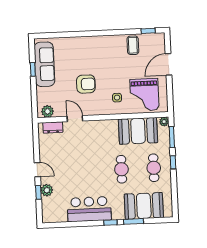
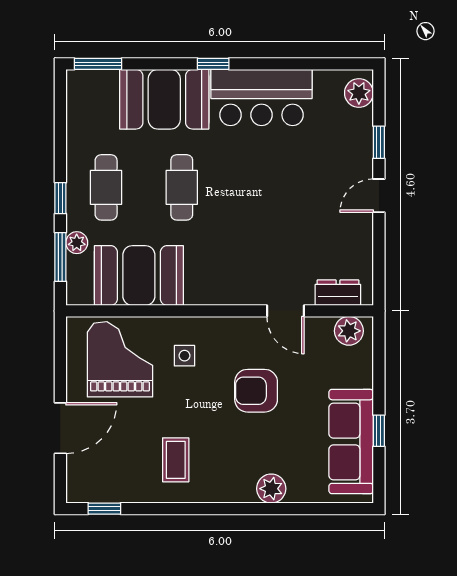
plant: (78, 43) -> (271, 489), added
coffee table: (133, 45) -> (176, 460), moved
plant: (164, 122) -> (77, 243), moved
door: (37, 170) -> (379, 196), hinge flipped
plant: (47, 190) -> (359, 93), moved
booth: (144, 206) -> (164, 99), moved
window: (134, 221) -> (98, 64), moved

